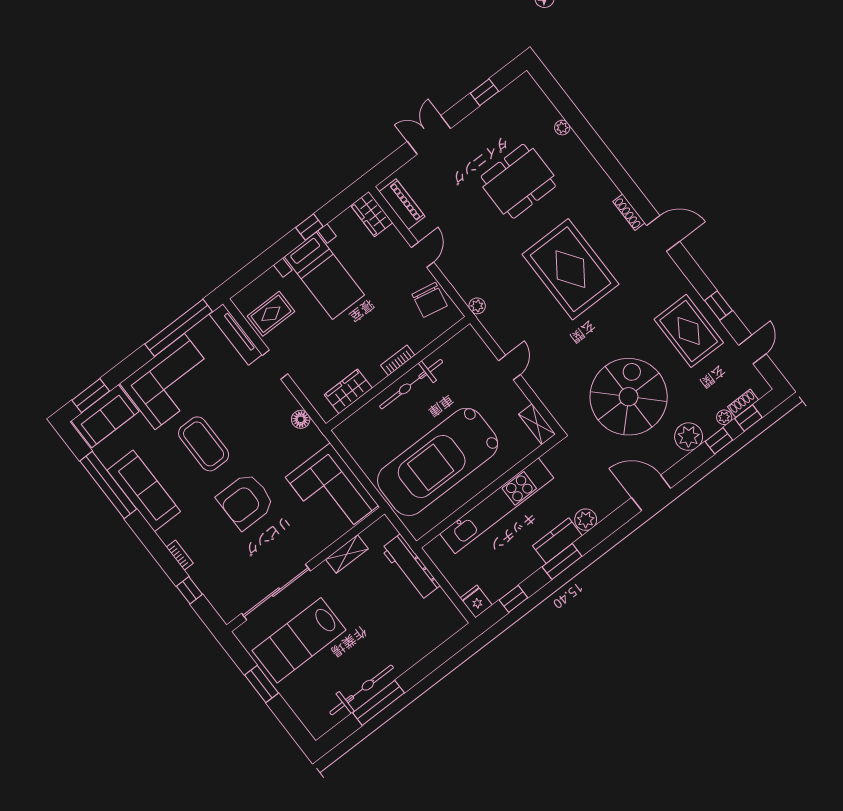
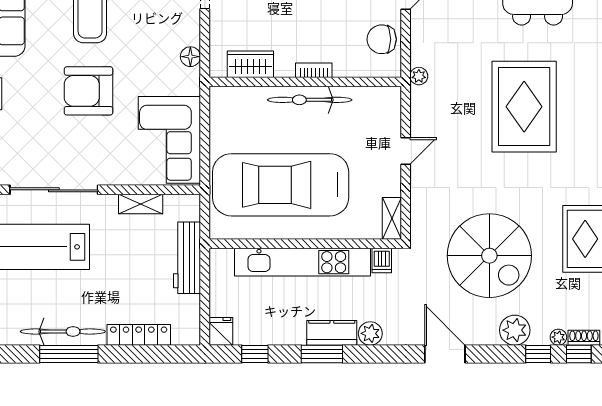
chair: (430, 300) -> (382, 39), turned 79
spiral stairs: (629, 397) -> (489, 256), turned 90
dishwasher: (553, 460) -> (382, 260), added
locker: (418, 650) -> (139, 335), added

